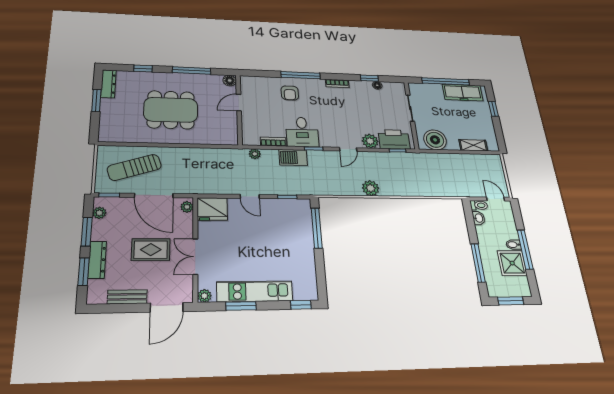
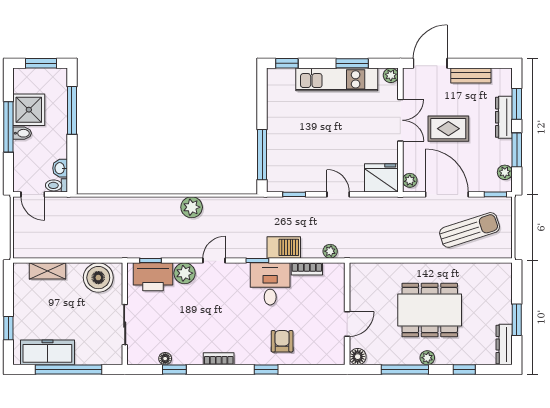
window: (301, 75) -> (266, 370), width x0.46
plant: (173, 77) -> (427, 358), added

